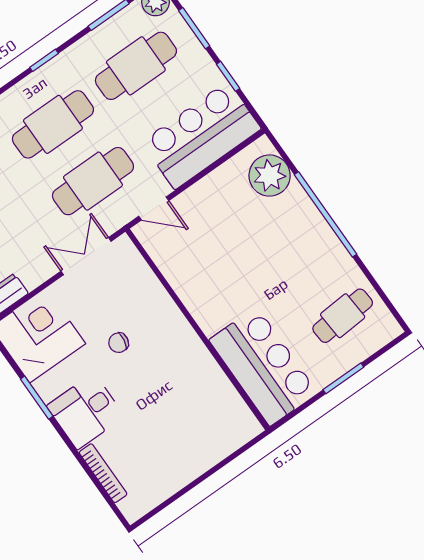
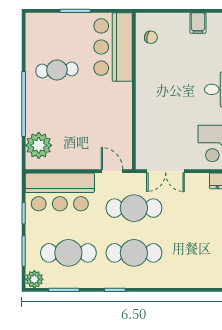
cafe table: (343, 316) -> (57, 70), moved
chair: (119, 343) -> (151, 37), moved
filing cabinet: (177, 473) -> (198, 23), added

